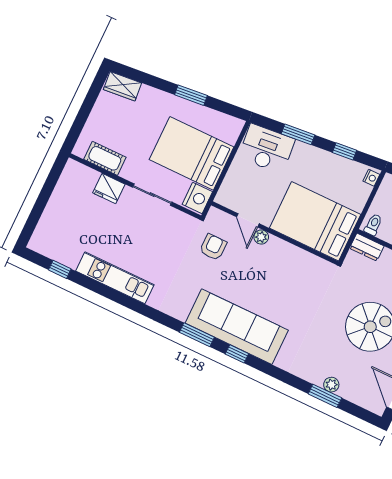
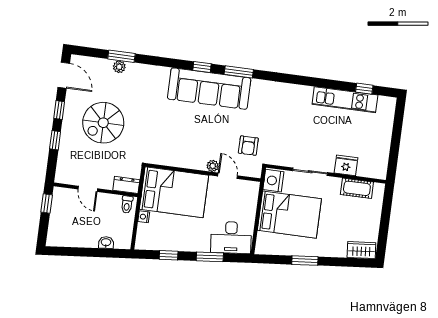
nightstand: (371, 178) -> (144, 217), moved
kitchen unit: (115, 278) -> (345, 100), moved

